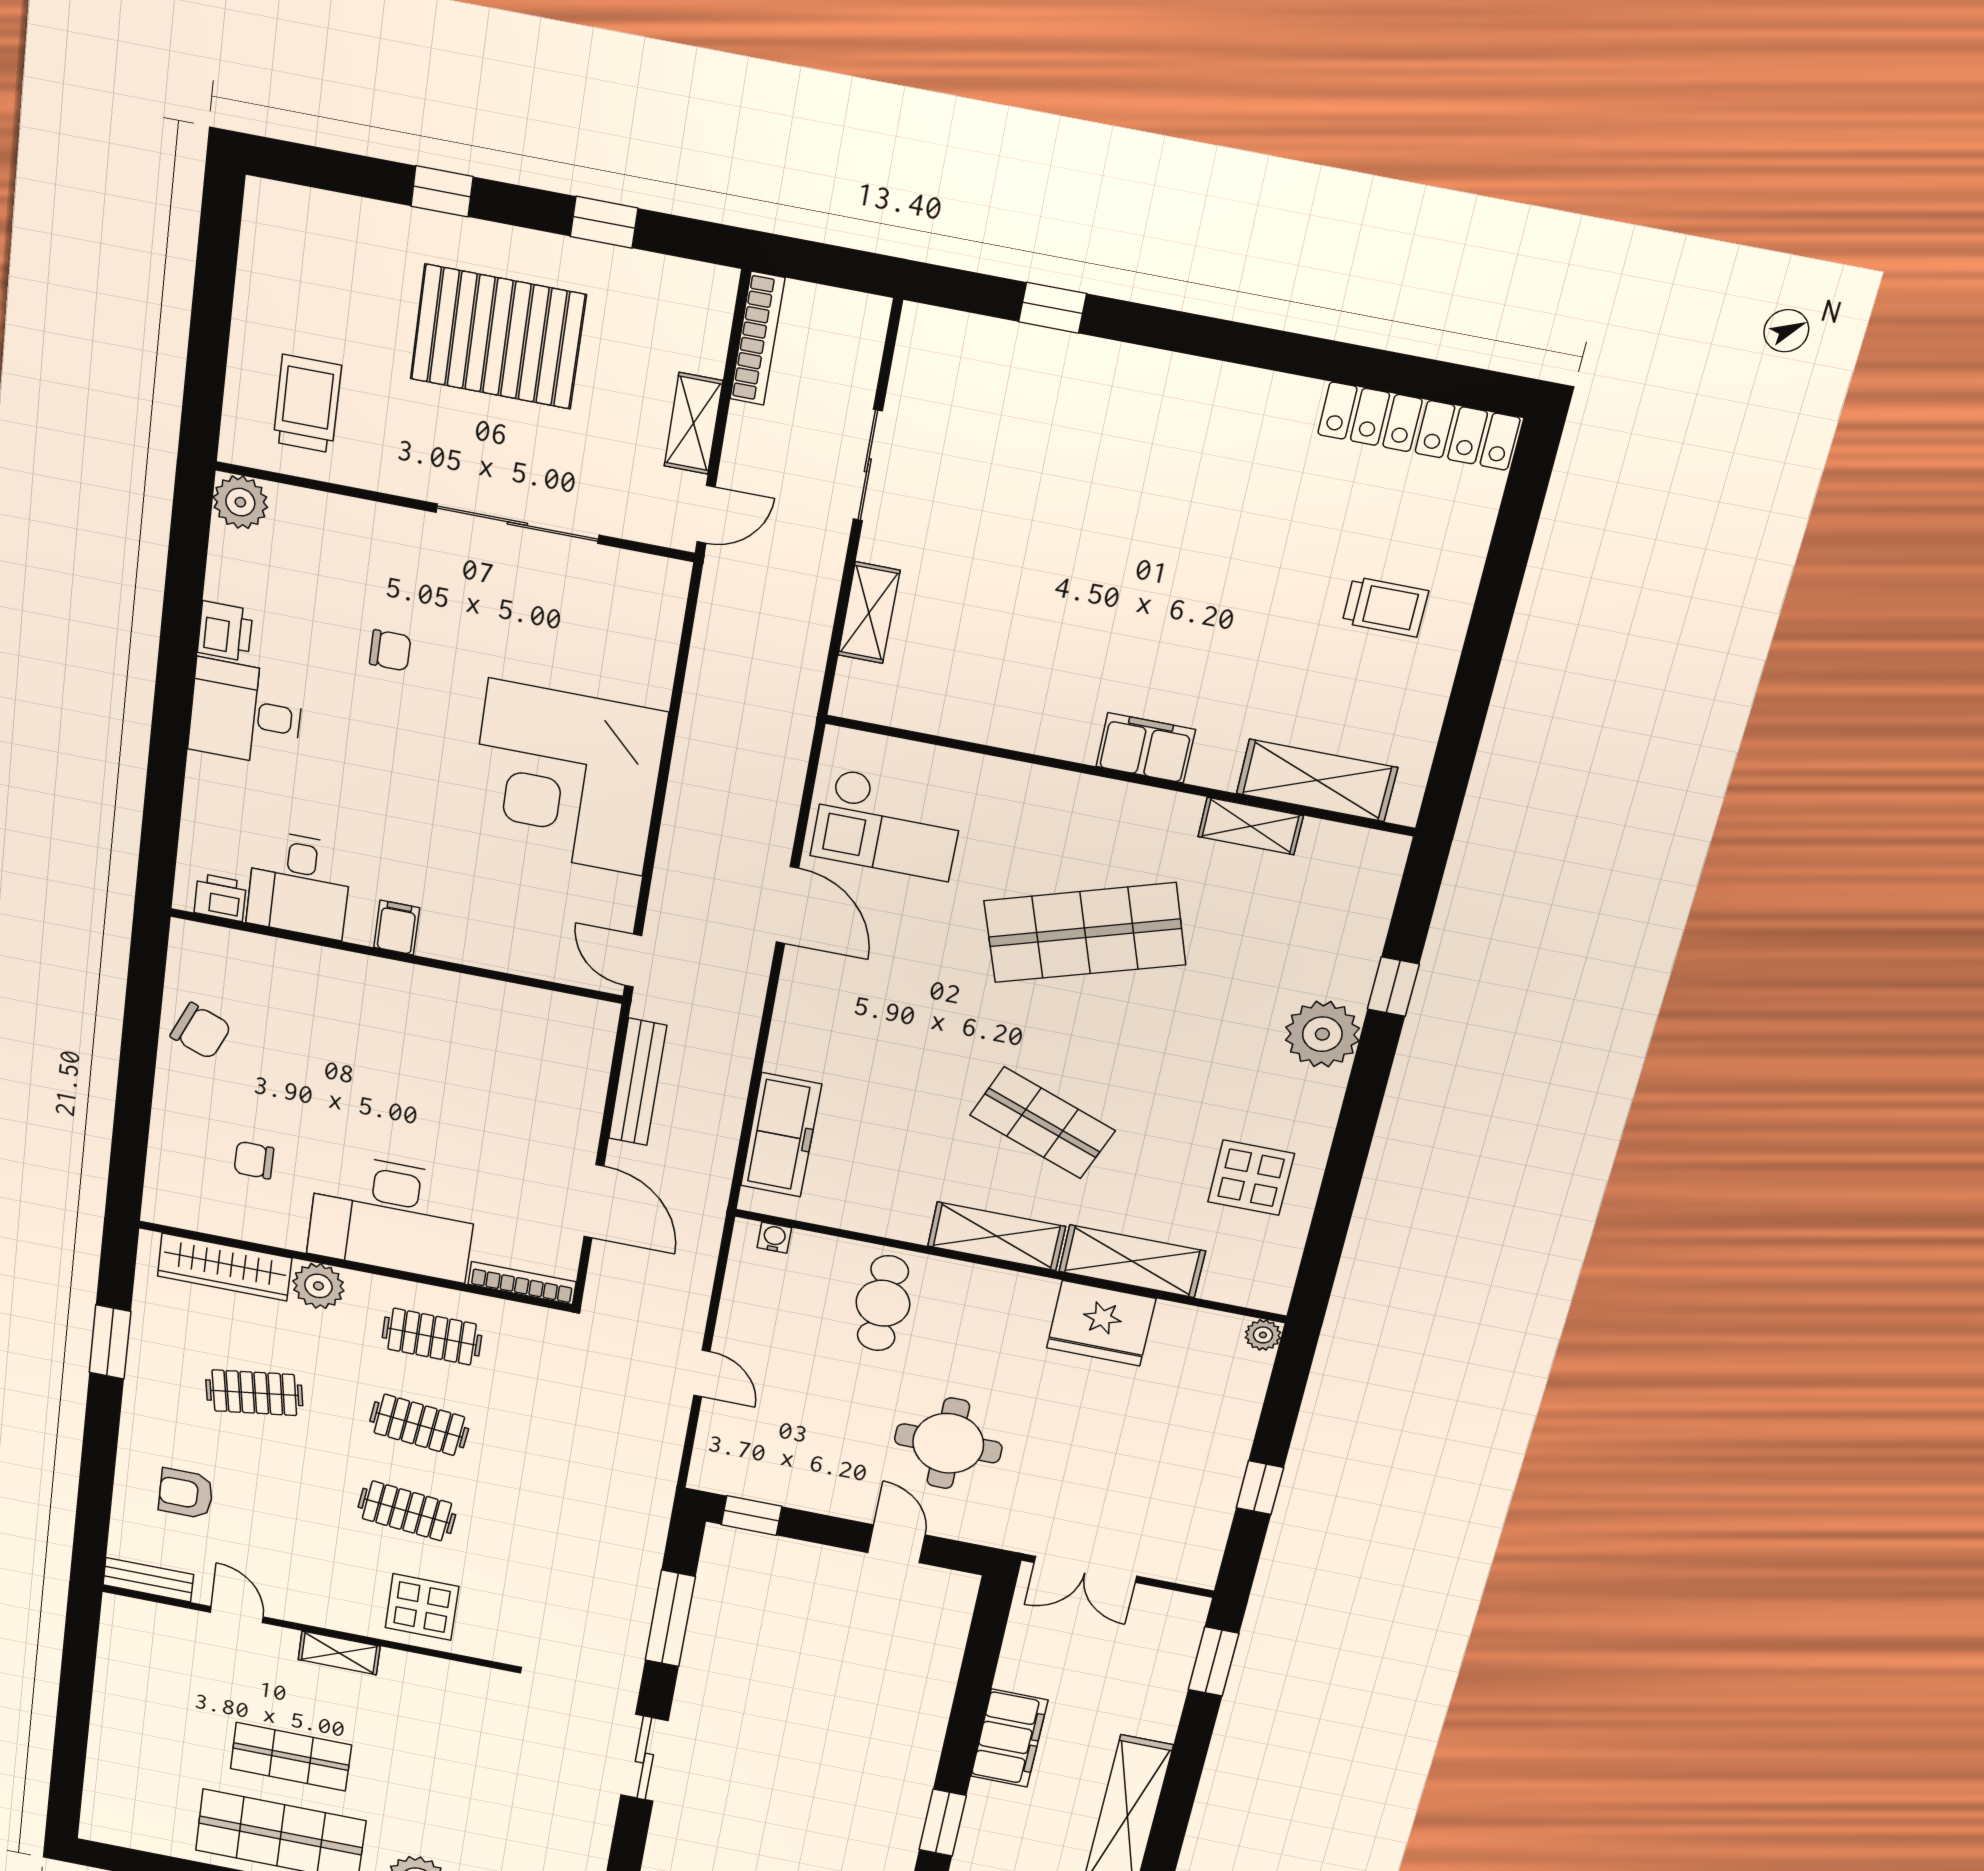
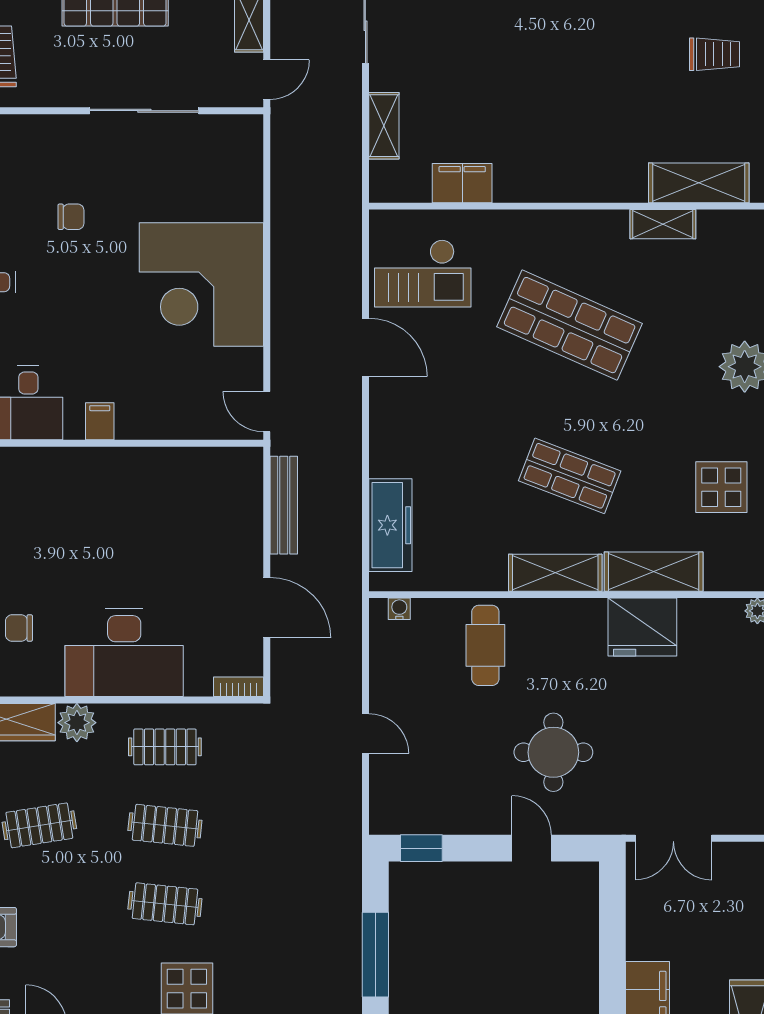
filing cabinet: (1146, 748) -> (462, 183), moved
shop shelf: (1085, 933) -> (570, 325), turned 42
bookcase: (522, 1283) -> (239, 687), width x0.64

